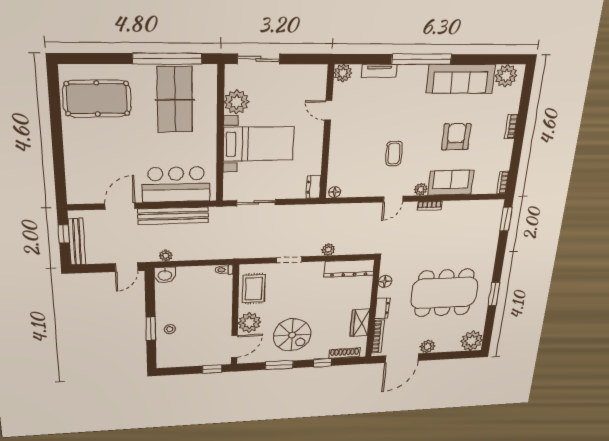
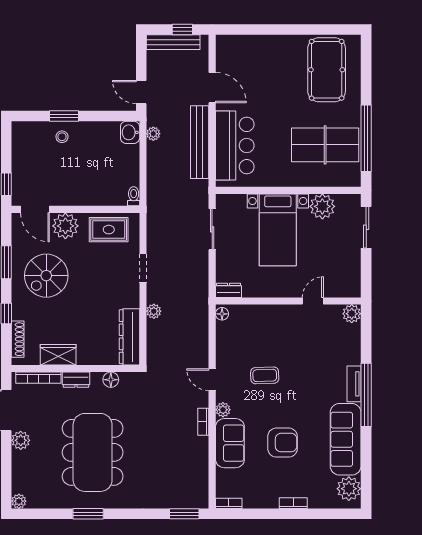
tv unit: (379, 71) -> (354, 384), moved
plant: (472, 341) -> (19, 501), width x0.53, depth x0.53

